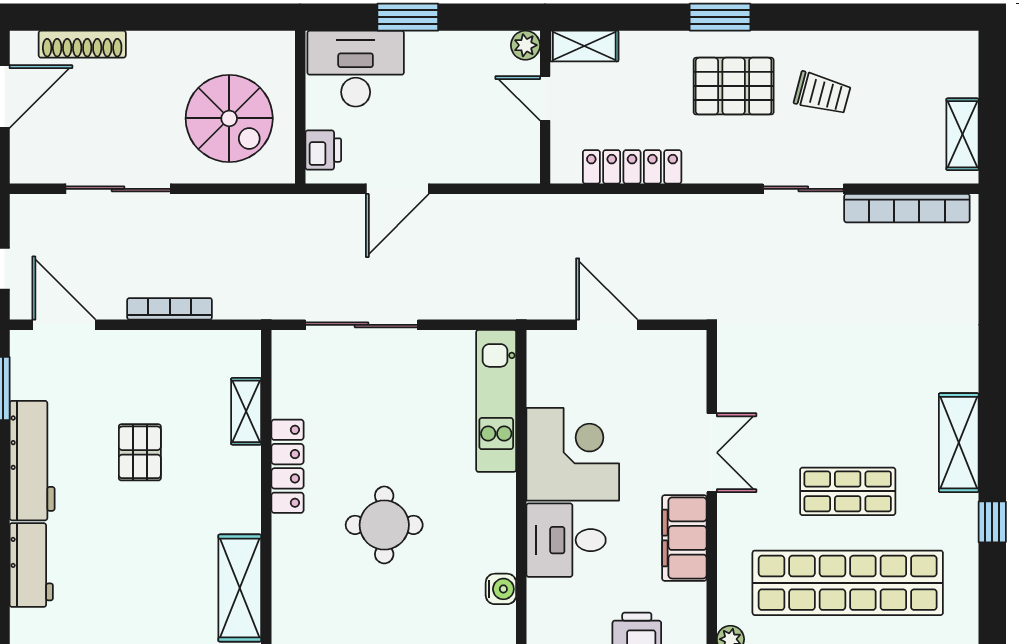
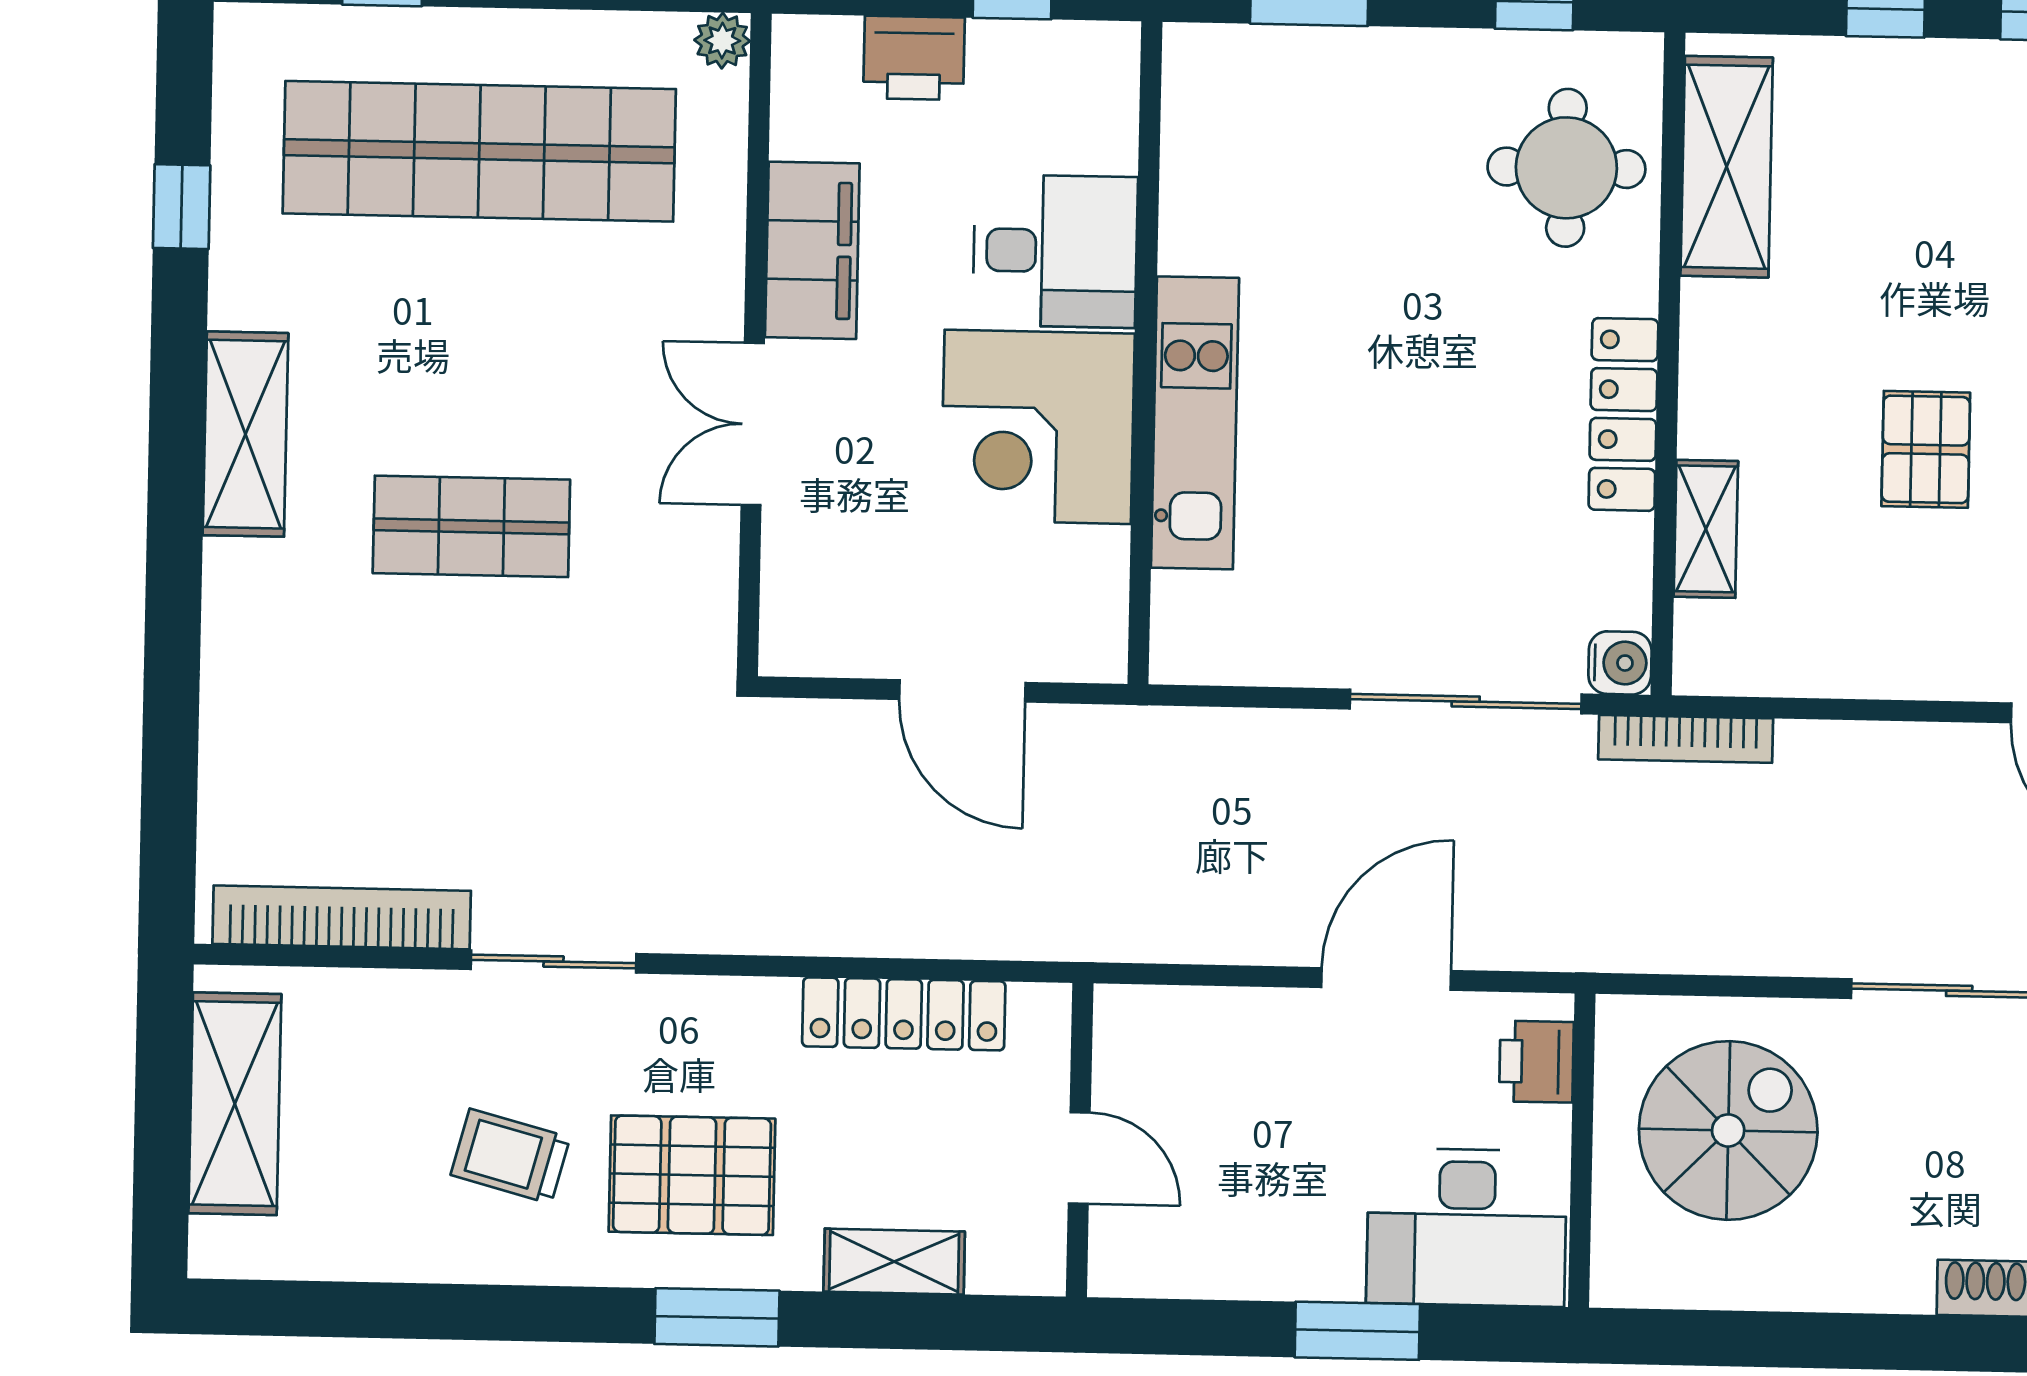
plant: (525, 45) -> (1117, 1268), removed
shelving: (584, 46) -> (894, 1262), moved
spiral stairs: (229, 118) -> (1728, 1130), turned 90
shelving: (962, 134) -> (235, 1104), width x1.50, depth x1.33
bookcase: (170, 309) -> (1686, 739), moved
kitchen unit: (496, 401) -> (1195, 423), moved
shop shelf: (848, 491) -> (471, 526), moved
window: (992, 522) -> (182, 207), moved
round table: (384, 525) -> (1566, 168), moved
water cooler: (501, 589) -> (1620, 663), moved, turned 180

